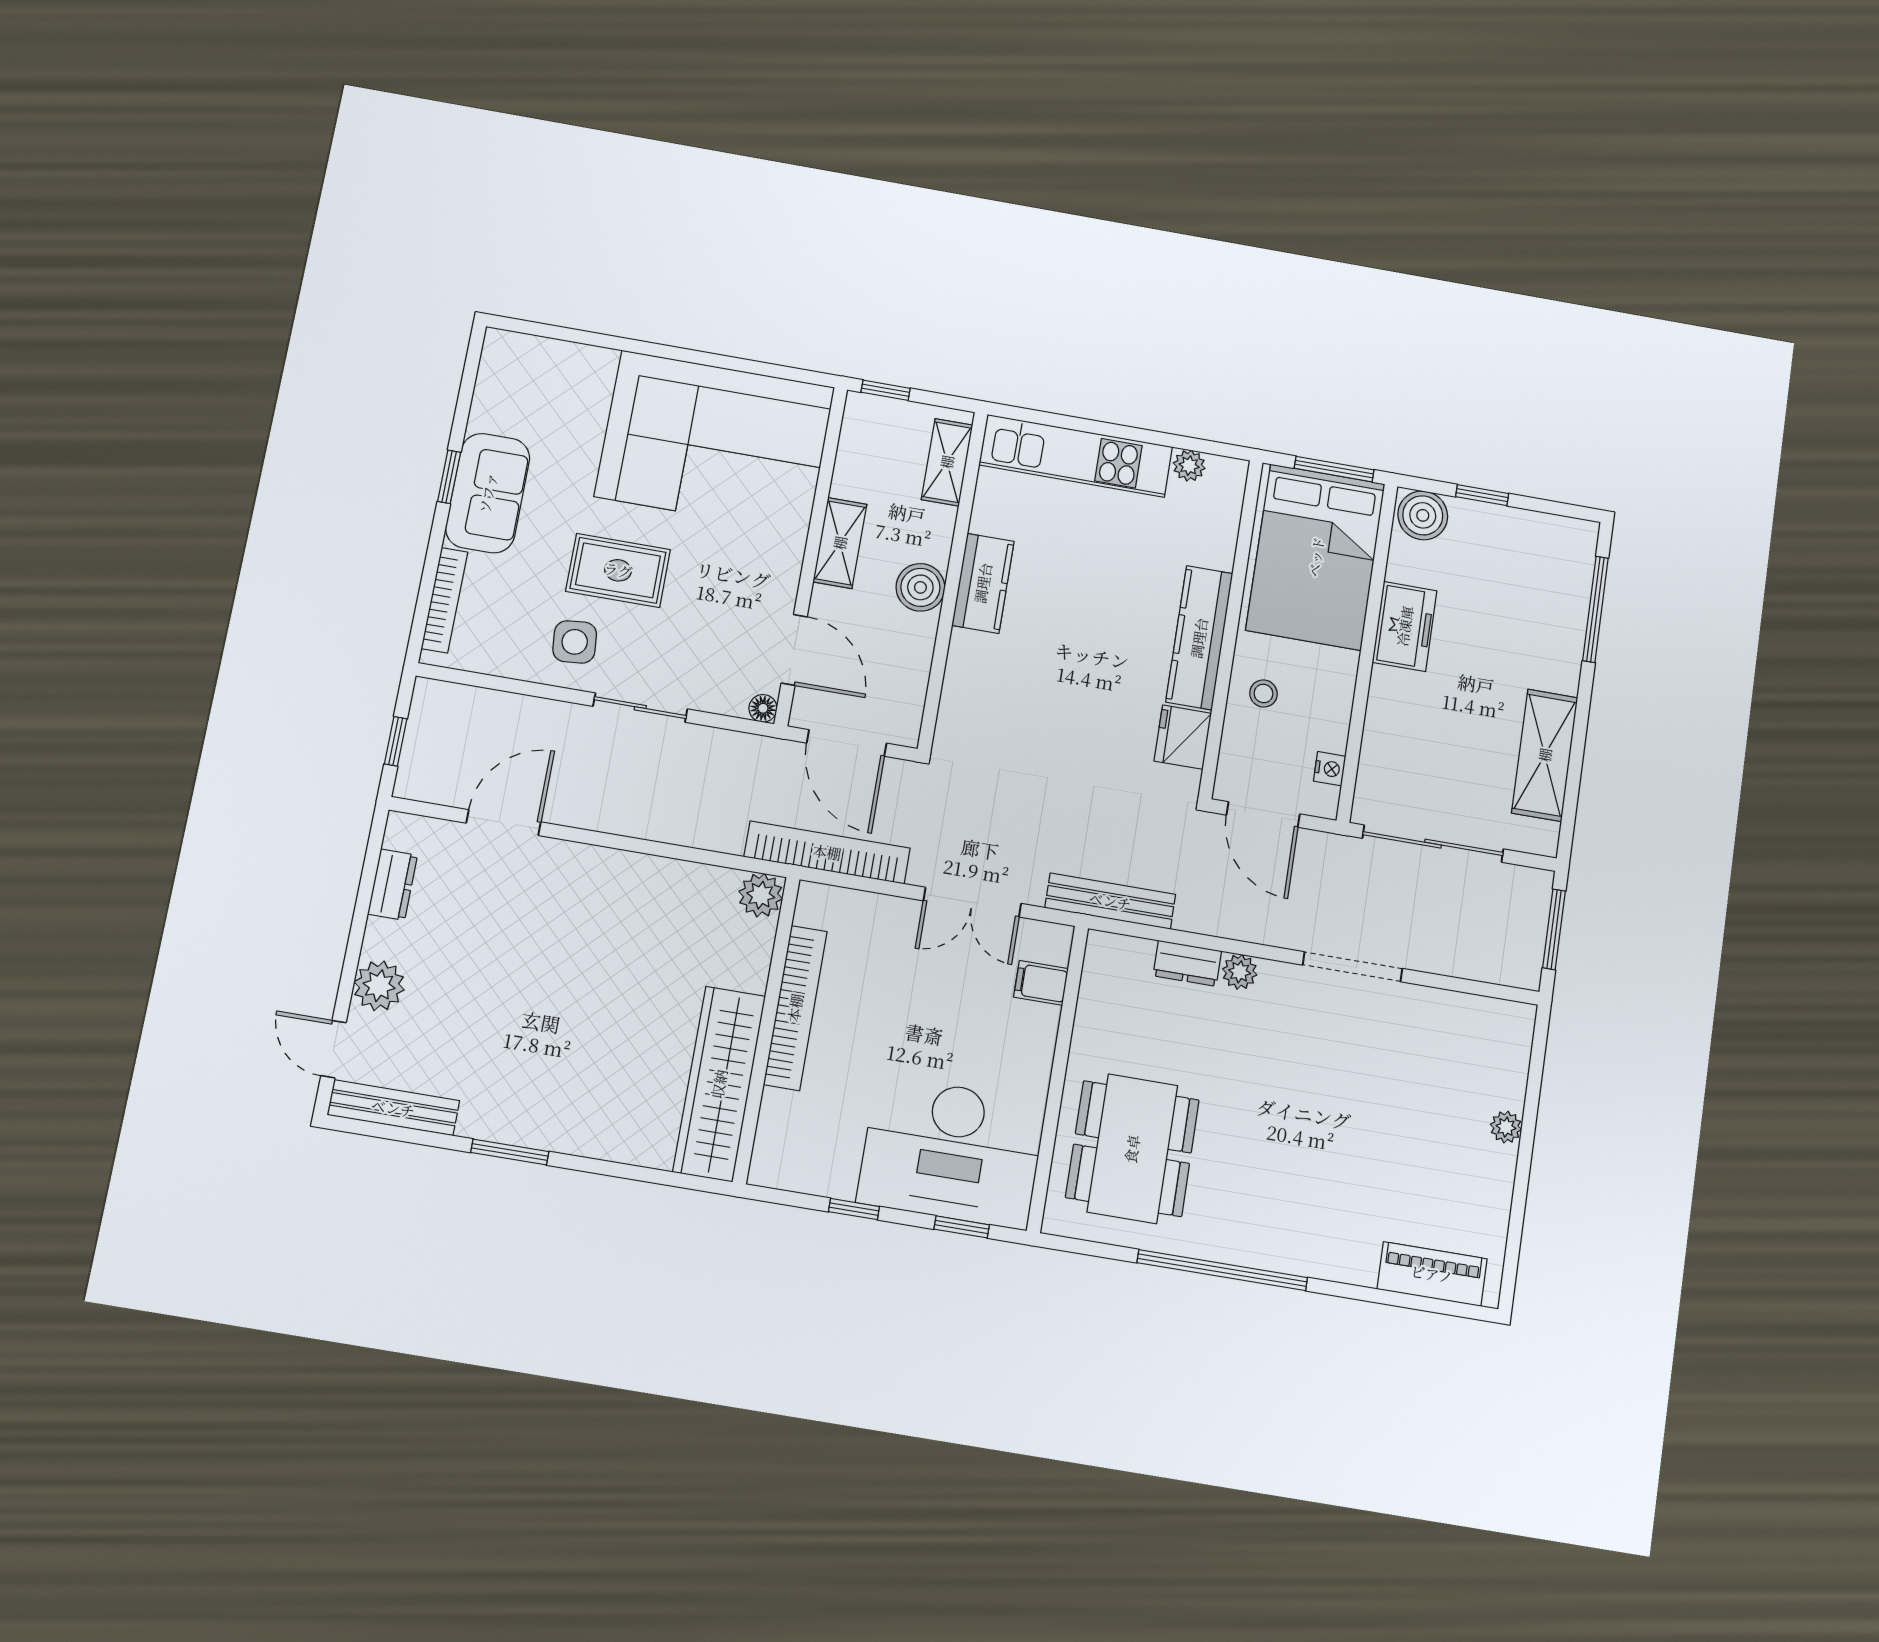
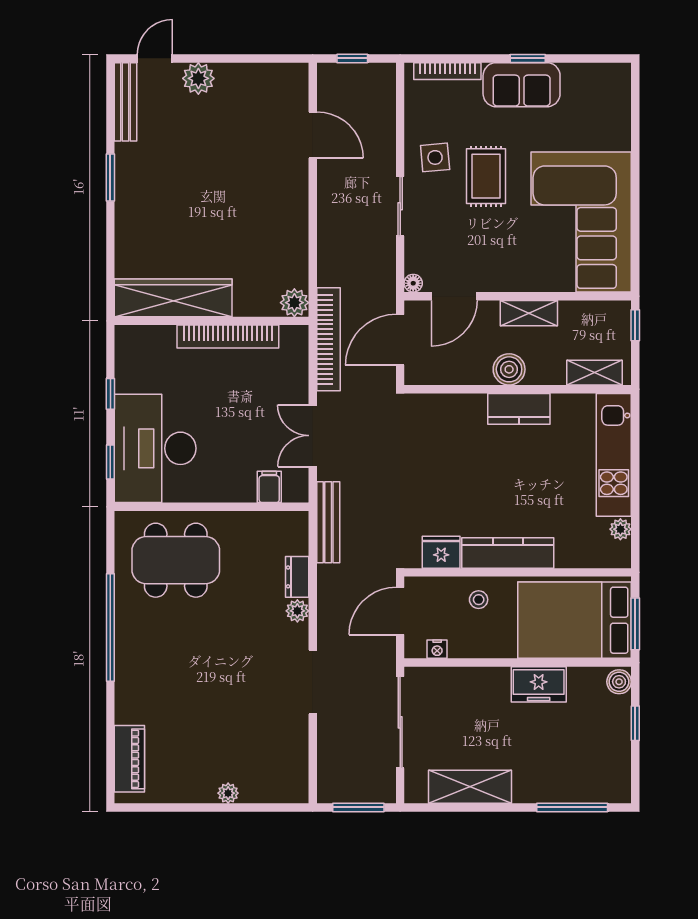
boiler: (1423, 515) -> (619, 682), width x0.73, depth x0.73
dresser: (393, 885) -> (262, 74), removed

